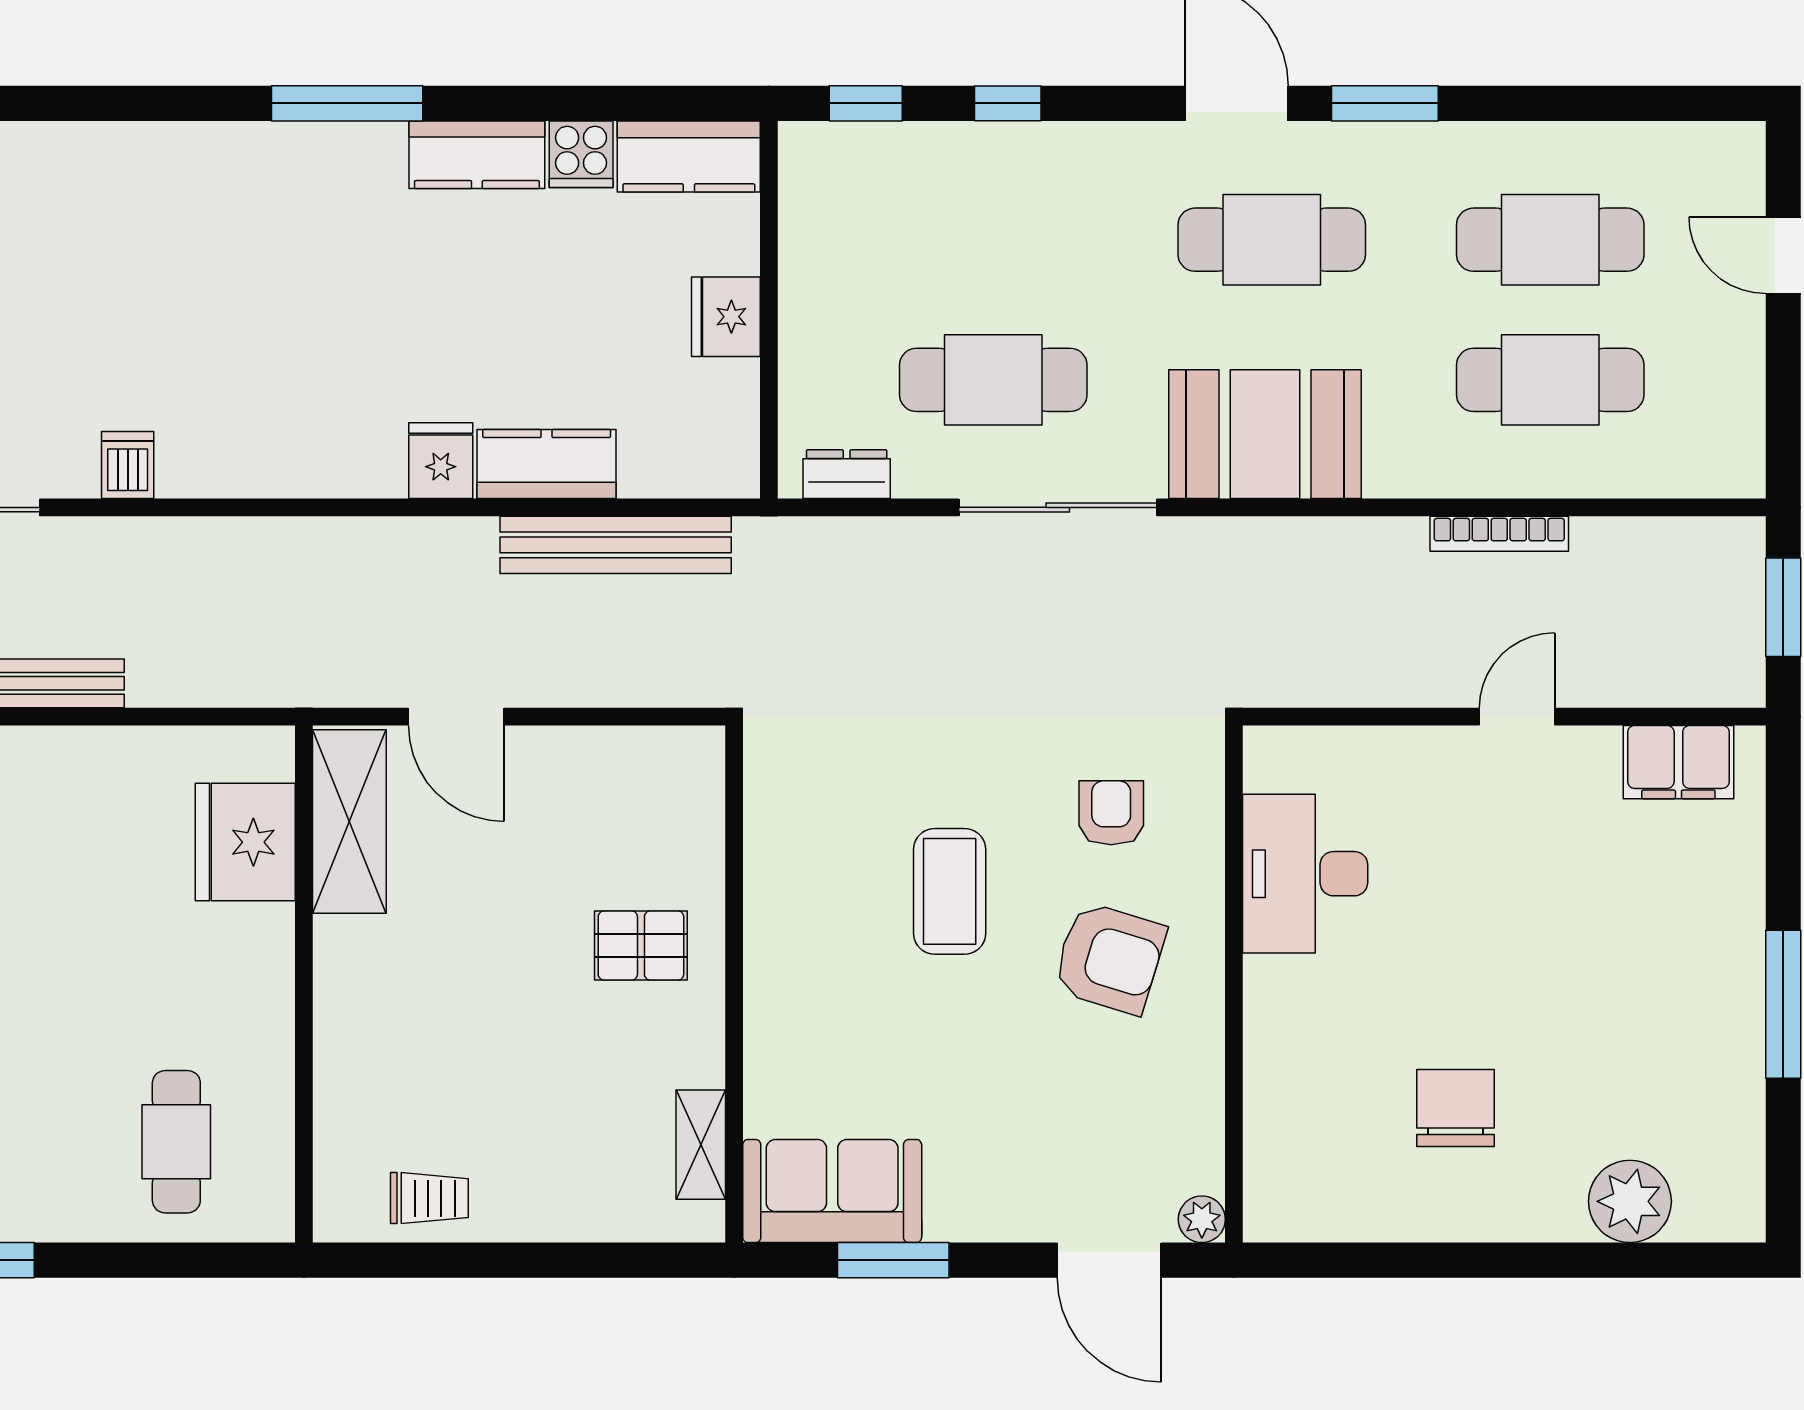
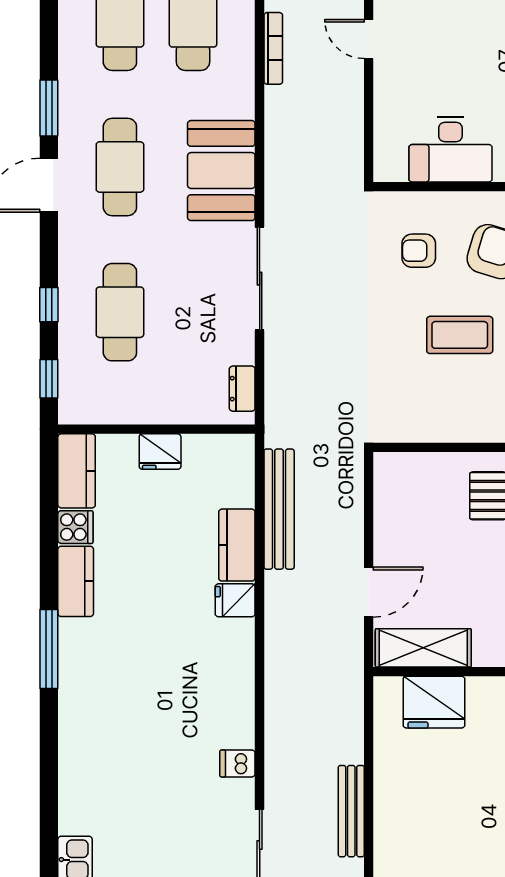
cafe table: (993, 380) -> (120, 312), moved

